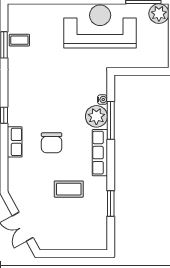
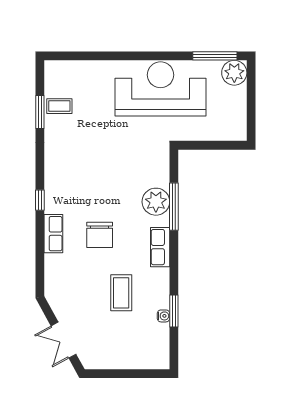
water cooler: (102, 100) -> (163, 316), moved
row of seats: (100, 153) -> (160, 247), width x0.68
coffee table: (69, 189) -> (121, 293), turned 90

